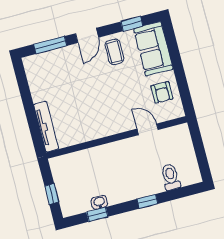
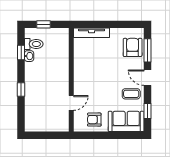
armchair: (51, 66) -> (133, 47), added
toilet: (171, 177) -> (34, 44), moved

